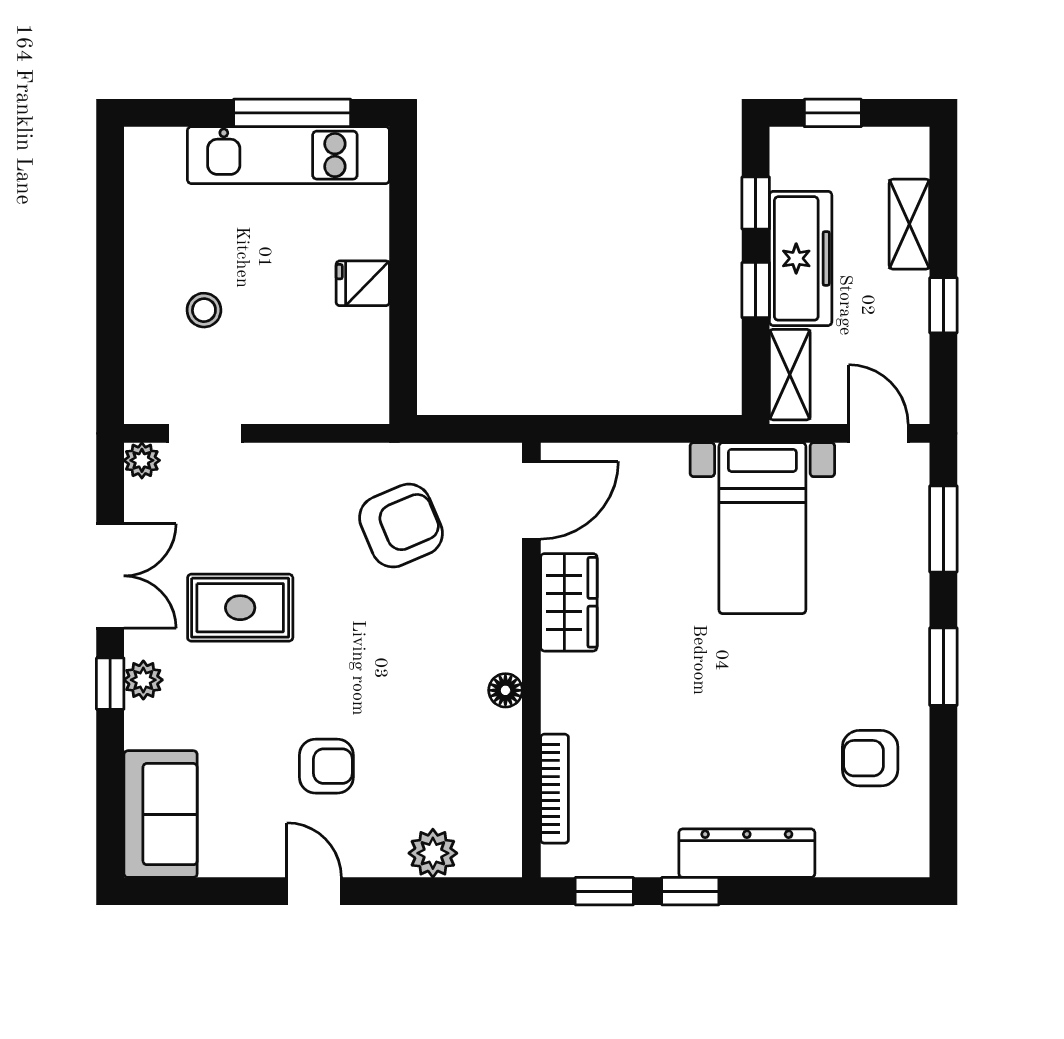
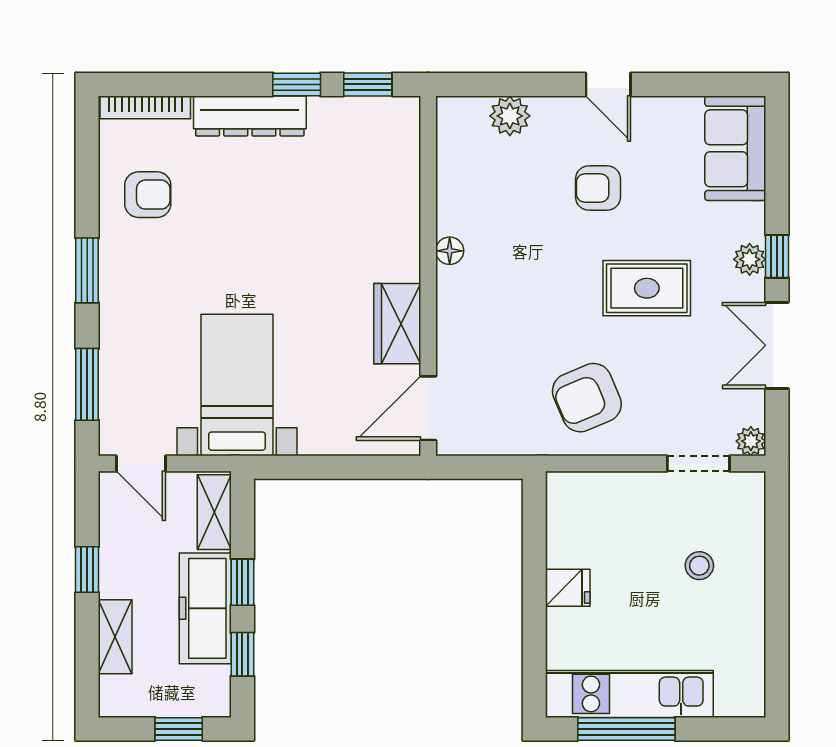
armchair: (401, 526) -> (587, 398), moved
rug: (240, 608) -> (647, 288), moved
bookcase: (554, 789) -> (145, 107), moved, turned -90

